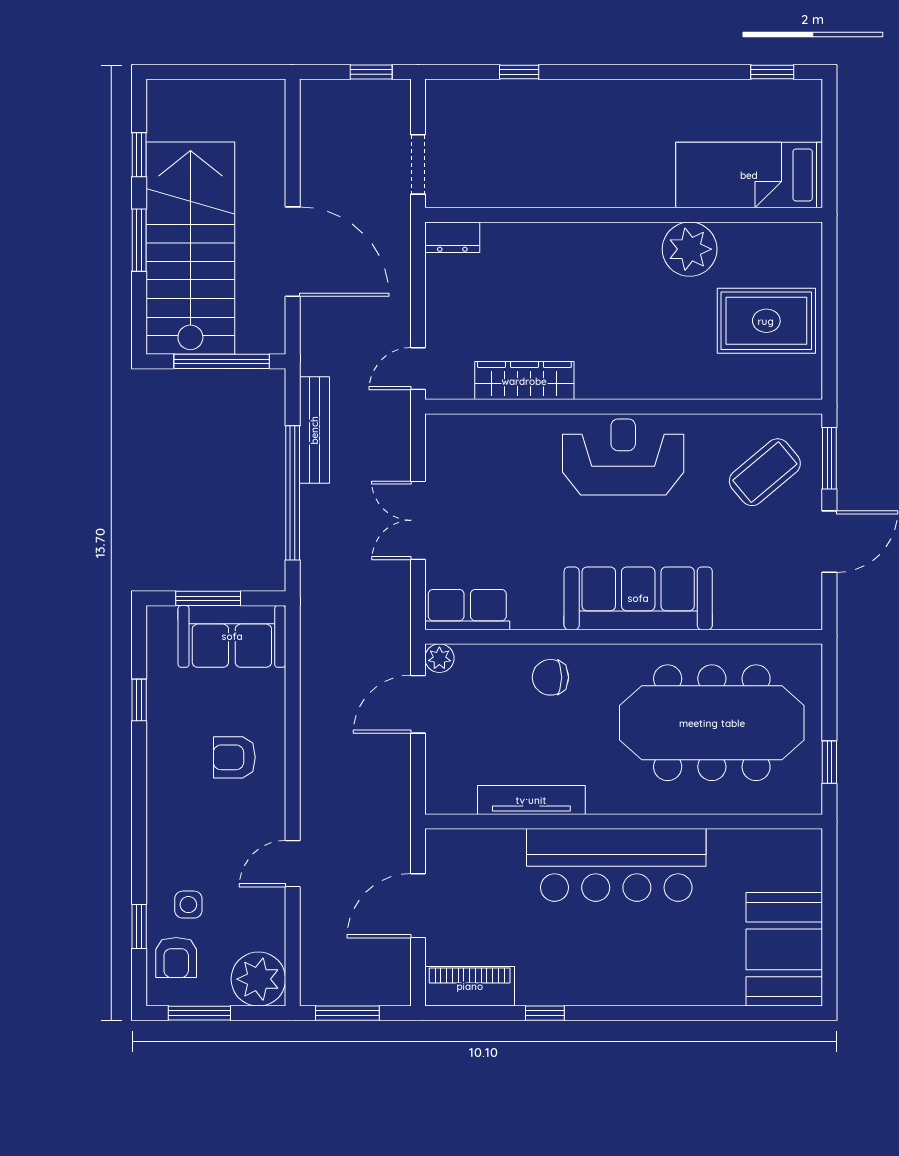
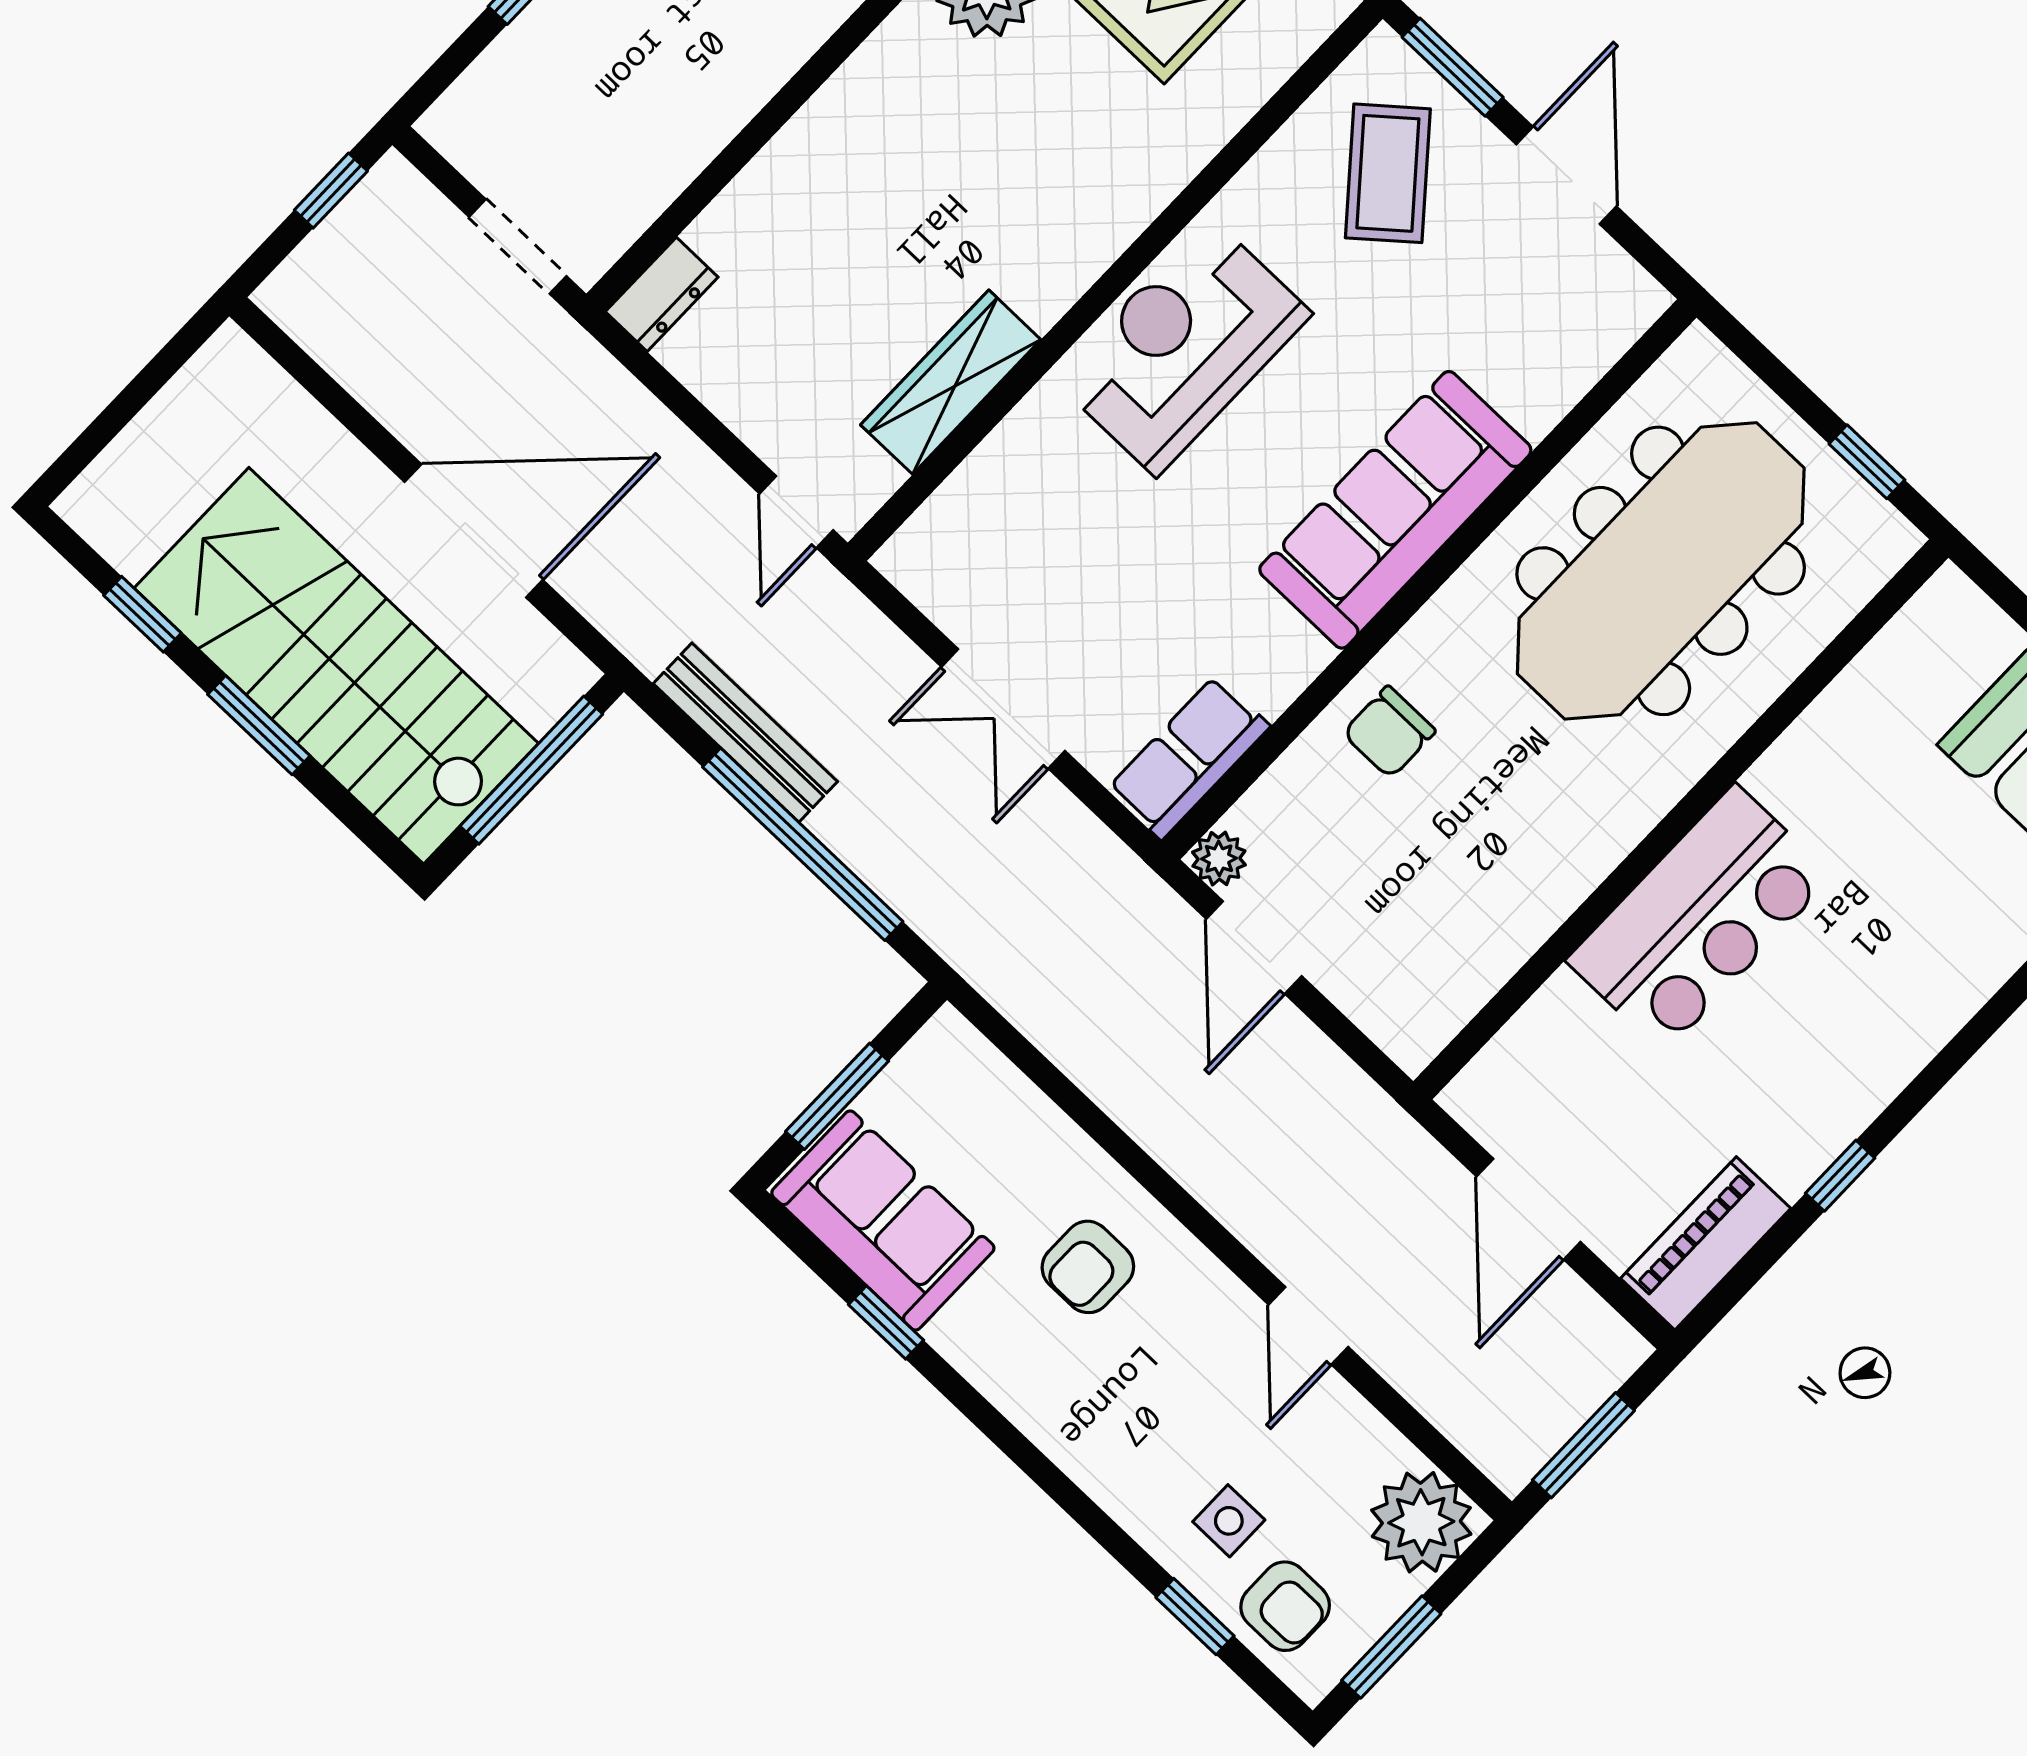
sofa: (232, 636) -> (883, 1221), moved, turned -90
tv unit: (531, 800) -> (1532, 917), removed
bar counter: (616, 865) -> (1699, 918), width x0.73

